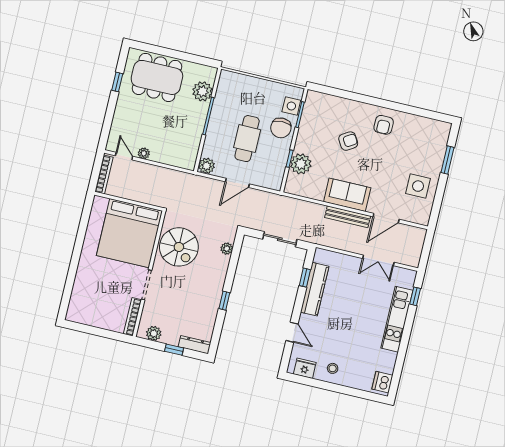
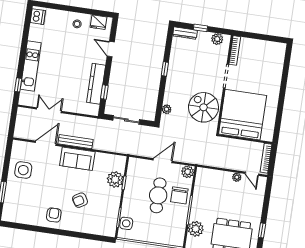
chair: (281, 128) -> (179, 195), moved, turned 180

